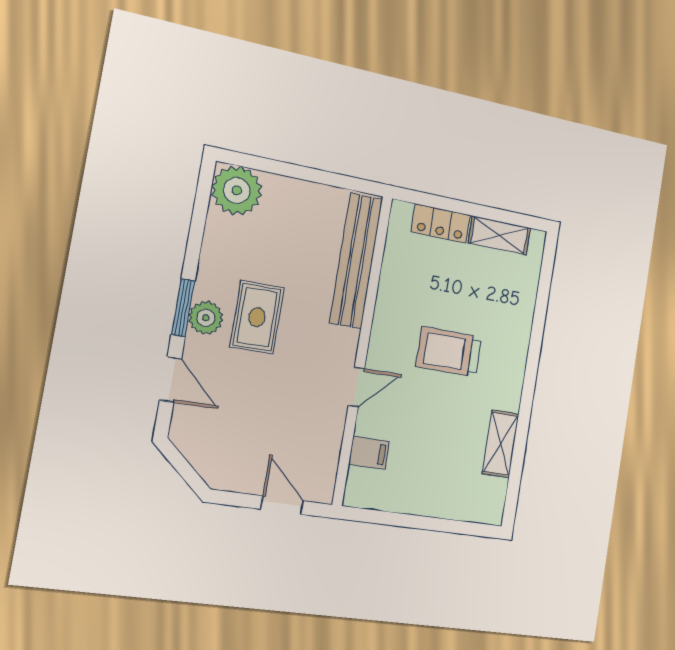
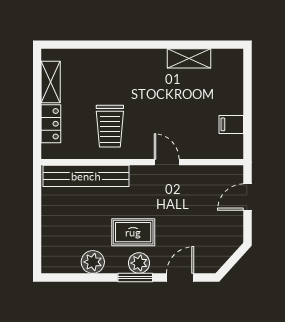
plant: (237, 190) -> (93, 262), moved, width x0.73, depth x0.73
trolley: (449, 352) -> (110, 126), moved
filing cabinet: (369, 453) -> (231, 124), moved, turned -90

